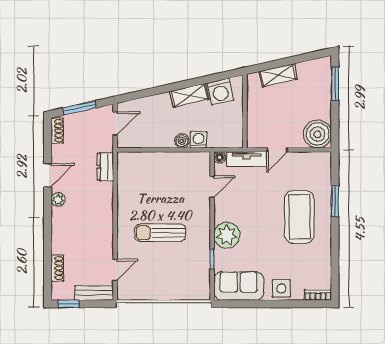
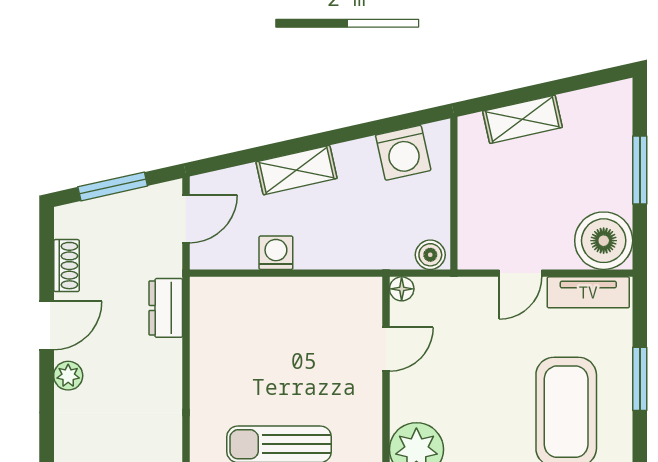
window: (335, 84) -> (640, 170), moved
shelving: (189, 95) -> (297, 170), moved
shoe rack: (57, 131) -> (66, 266), moved
washing machine: (199, 140) -> (276, 253), moved
boiler: (182, 141) -> (430, 255), moved
tv unit: (247, 159) -> (588, 292), moved

